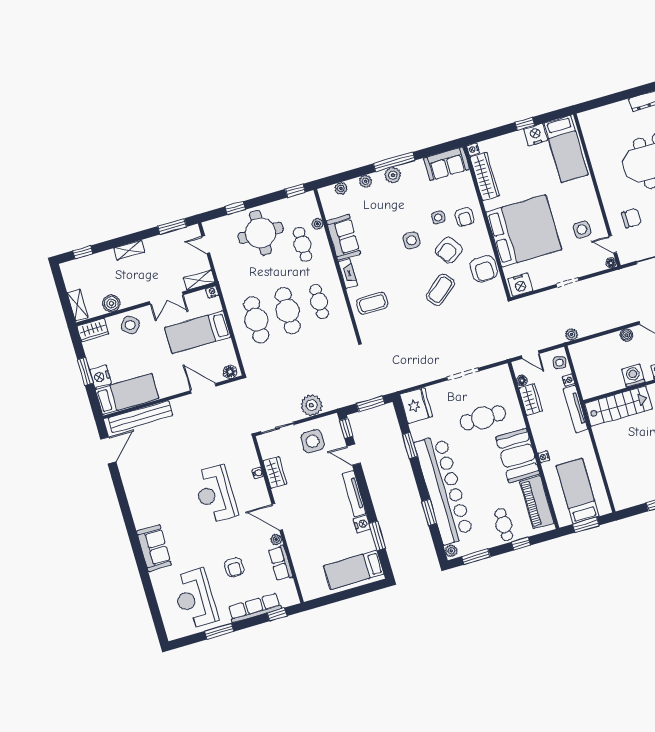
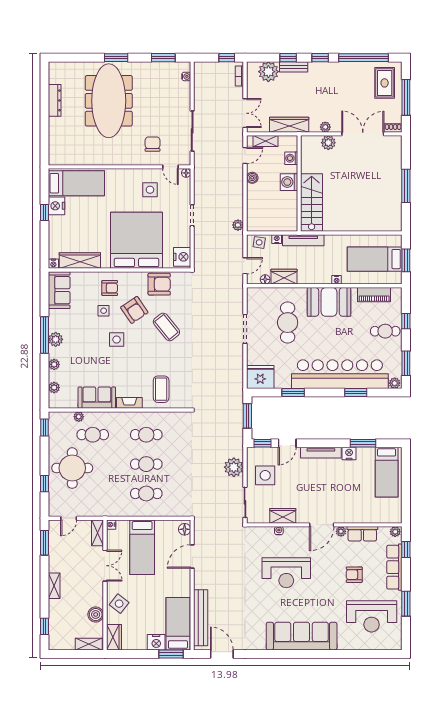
door: (613, 244) -> (170, 167), hinge flipped
cafe table: (288, 311) -> (146, 464), width x0.73, depth x0.74
cafe table: (256, 320) -> (146, 493), width x0.73, depth x0.74
window: (85, 371) -> (171, 654), moved
piano: (537, 502) -> (374, 295), width x0.73, depth x0.75
sofa: (154, 548) -> (302, 636), width x1.85, depth x1.27
armchair: (234, 567) -> (354, 575), turned 180
plant: (293, 598) -> (395, 532), added

